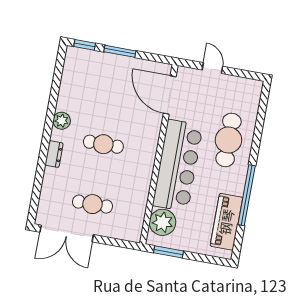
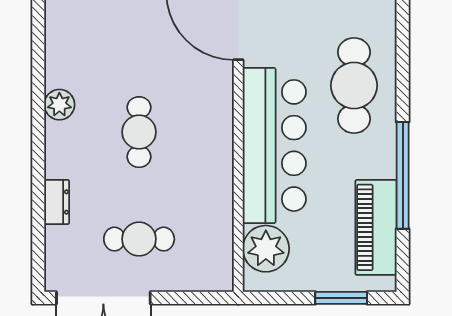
cafe table: (103, 144) -> (139, 132), turned 90
dresser: (54, 154) -> (57, 202), moved
window: (168, 252) -> (341, 298), moved

